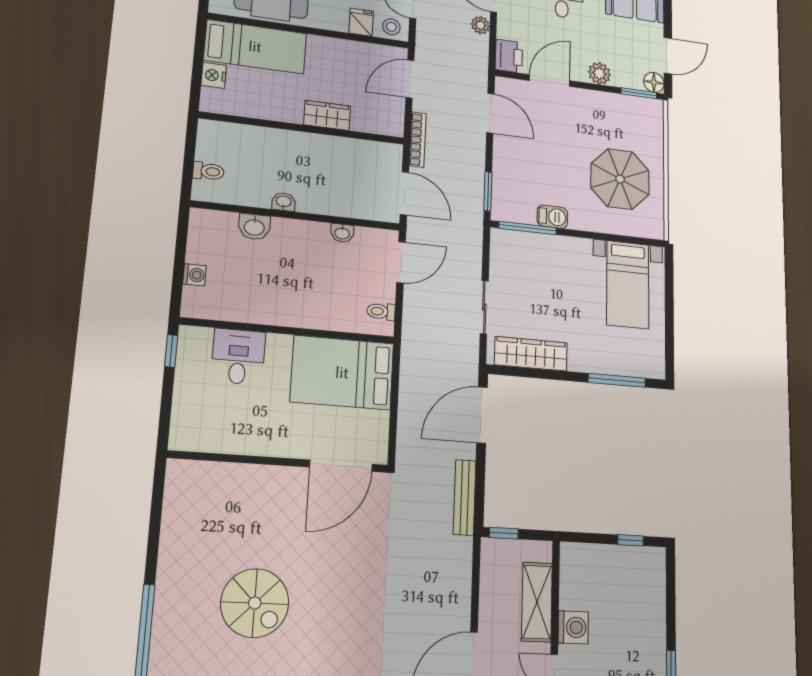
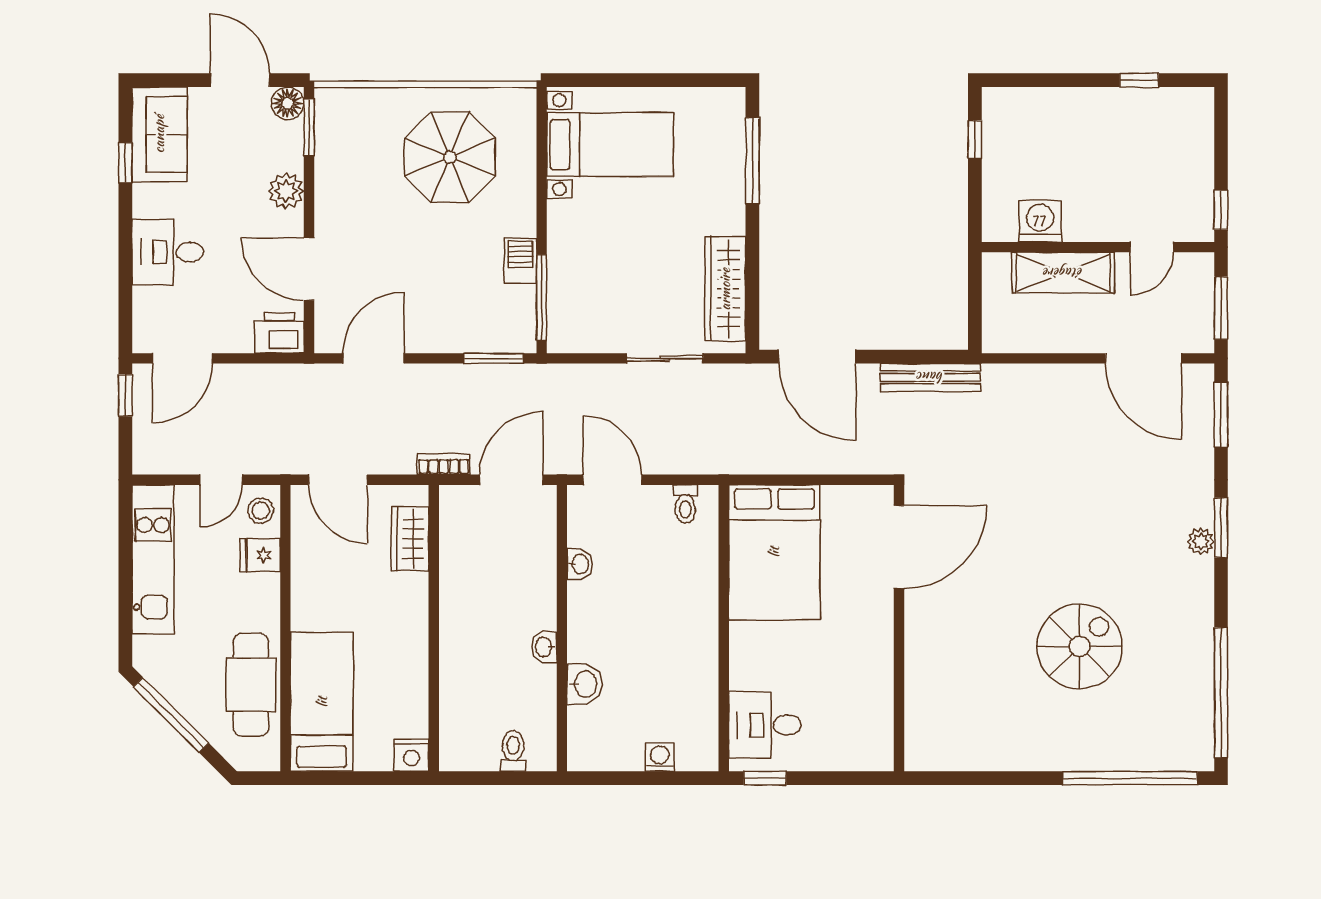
plant: (480, 25) -> (237, 378), removed
nightstand: (214, 75) -> (411, 755), moved
wardrobe: (327, 115) -> (410, 539), moved
bookcase: (418, 140) -> (444, 464), width x0.64
desk: (238, 357) -> (765, 725), moved
door: (341, 466) -> (899, 547), hinge flipped
window: (504, 533) -> (975, 321), removed
washing machine: (573, 627) -> (1040, 221), moved

